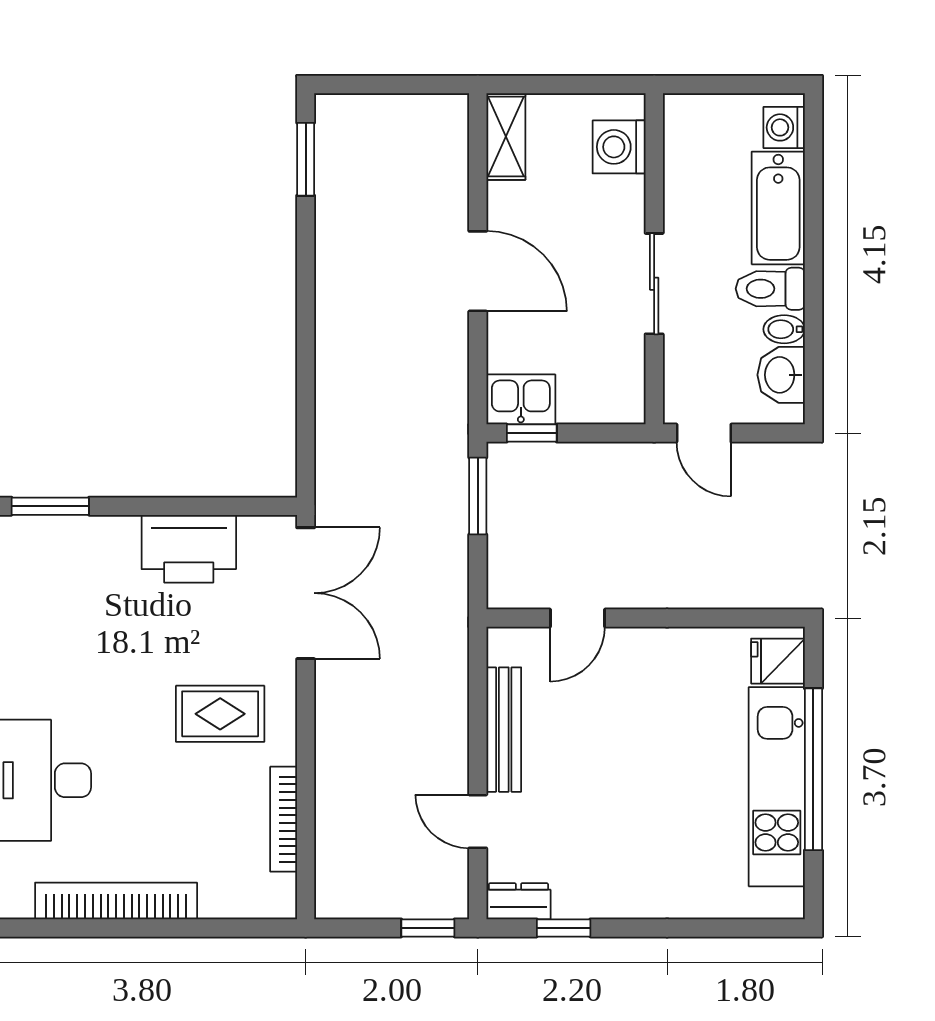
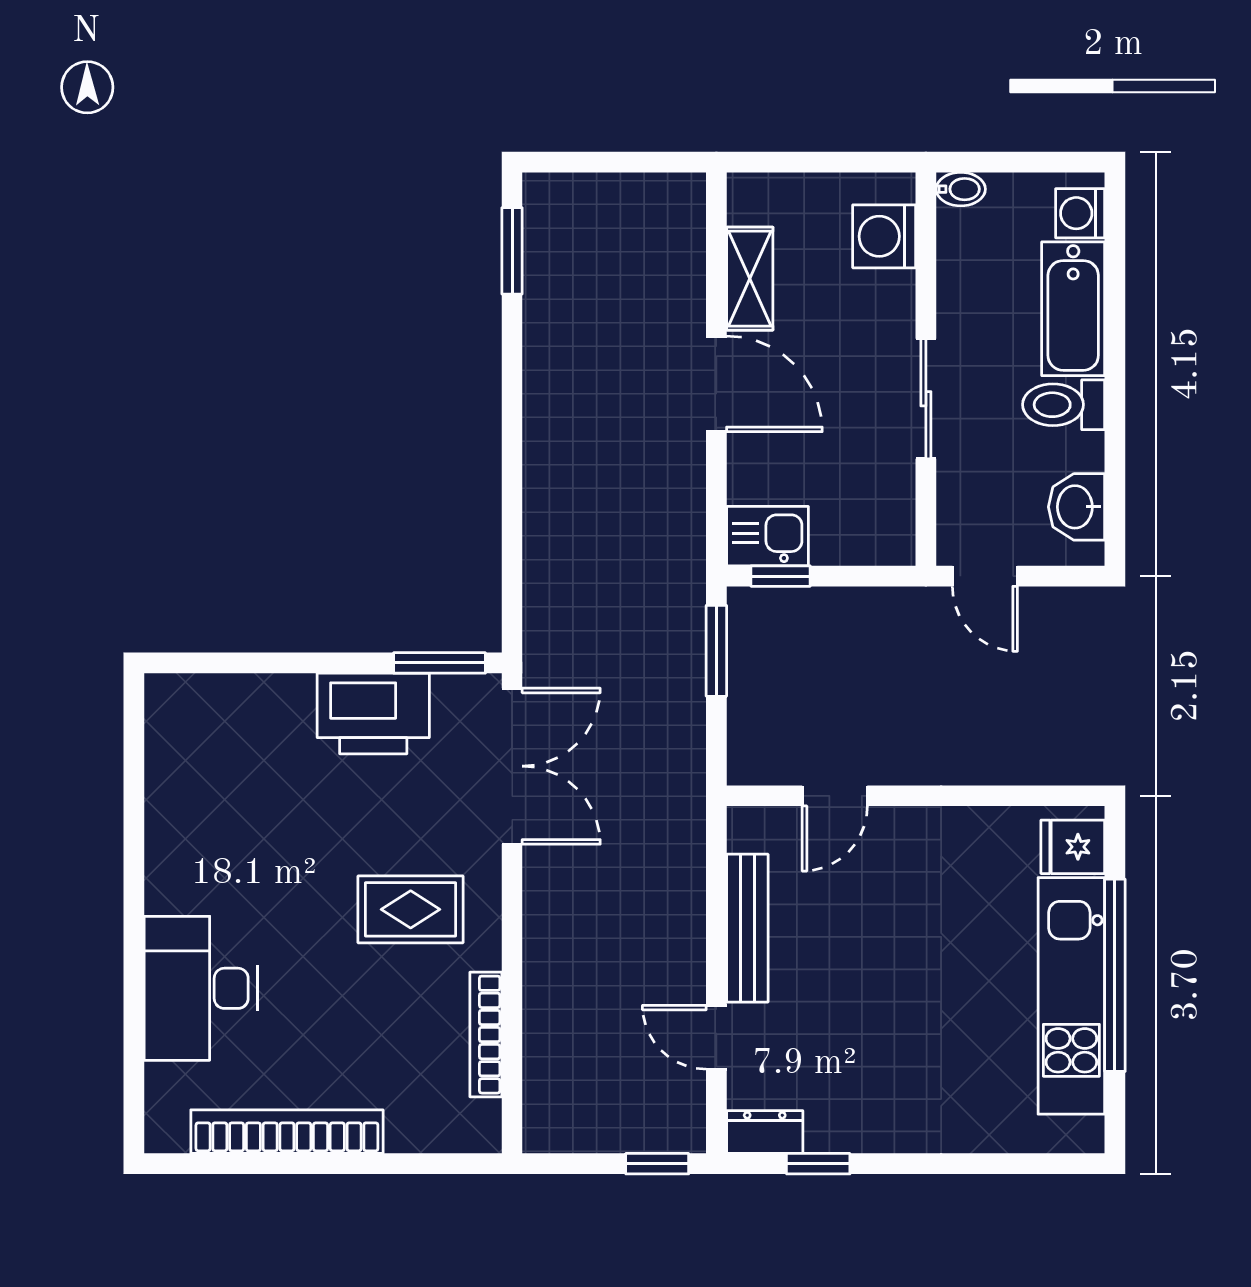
shelving: (506, 136) -> (750, 279), moved
bidet: (784, 329) -> (961, 189), moved, turned 180
window: (50, 506) -> (440, 663), moved

